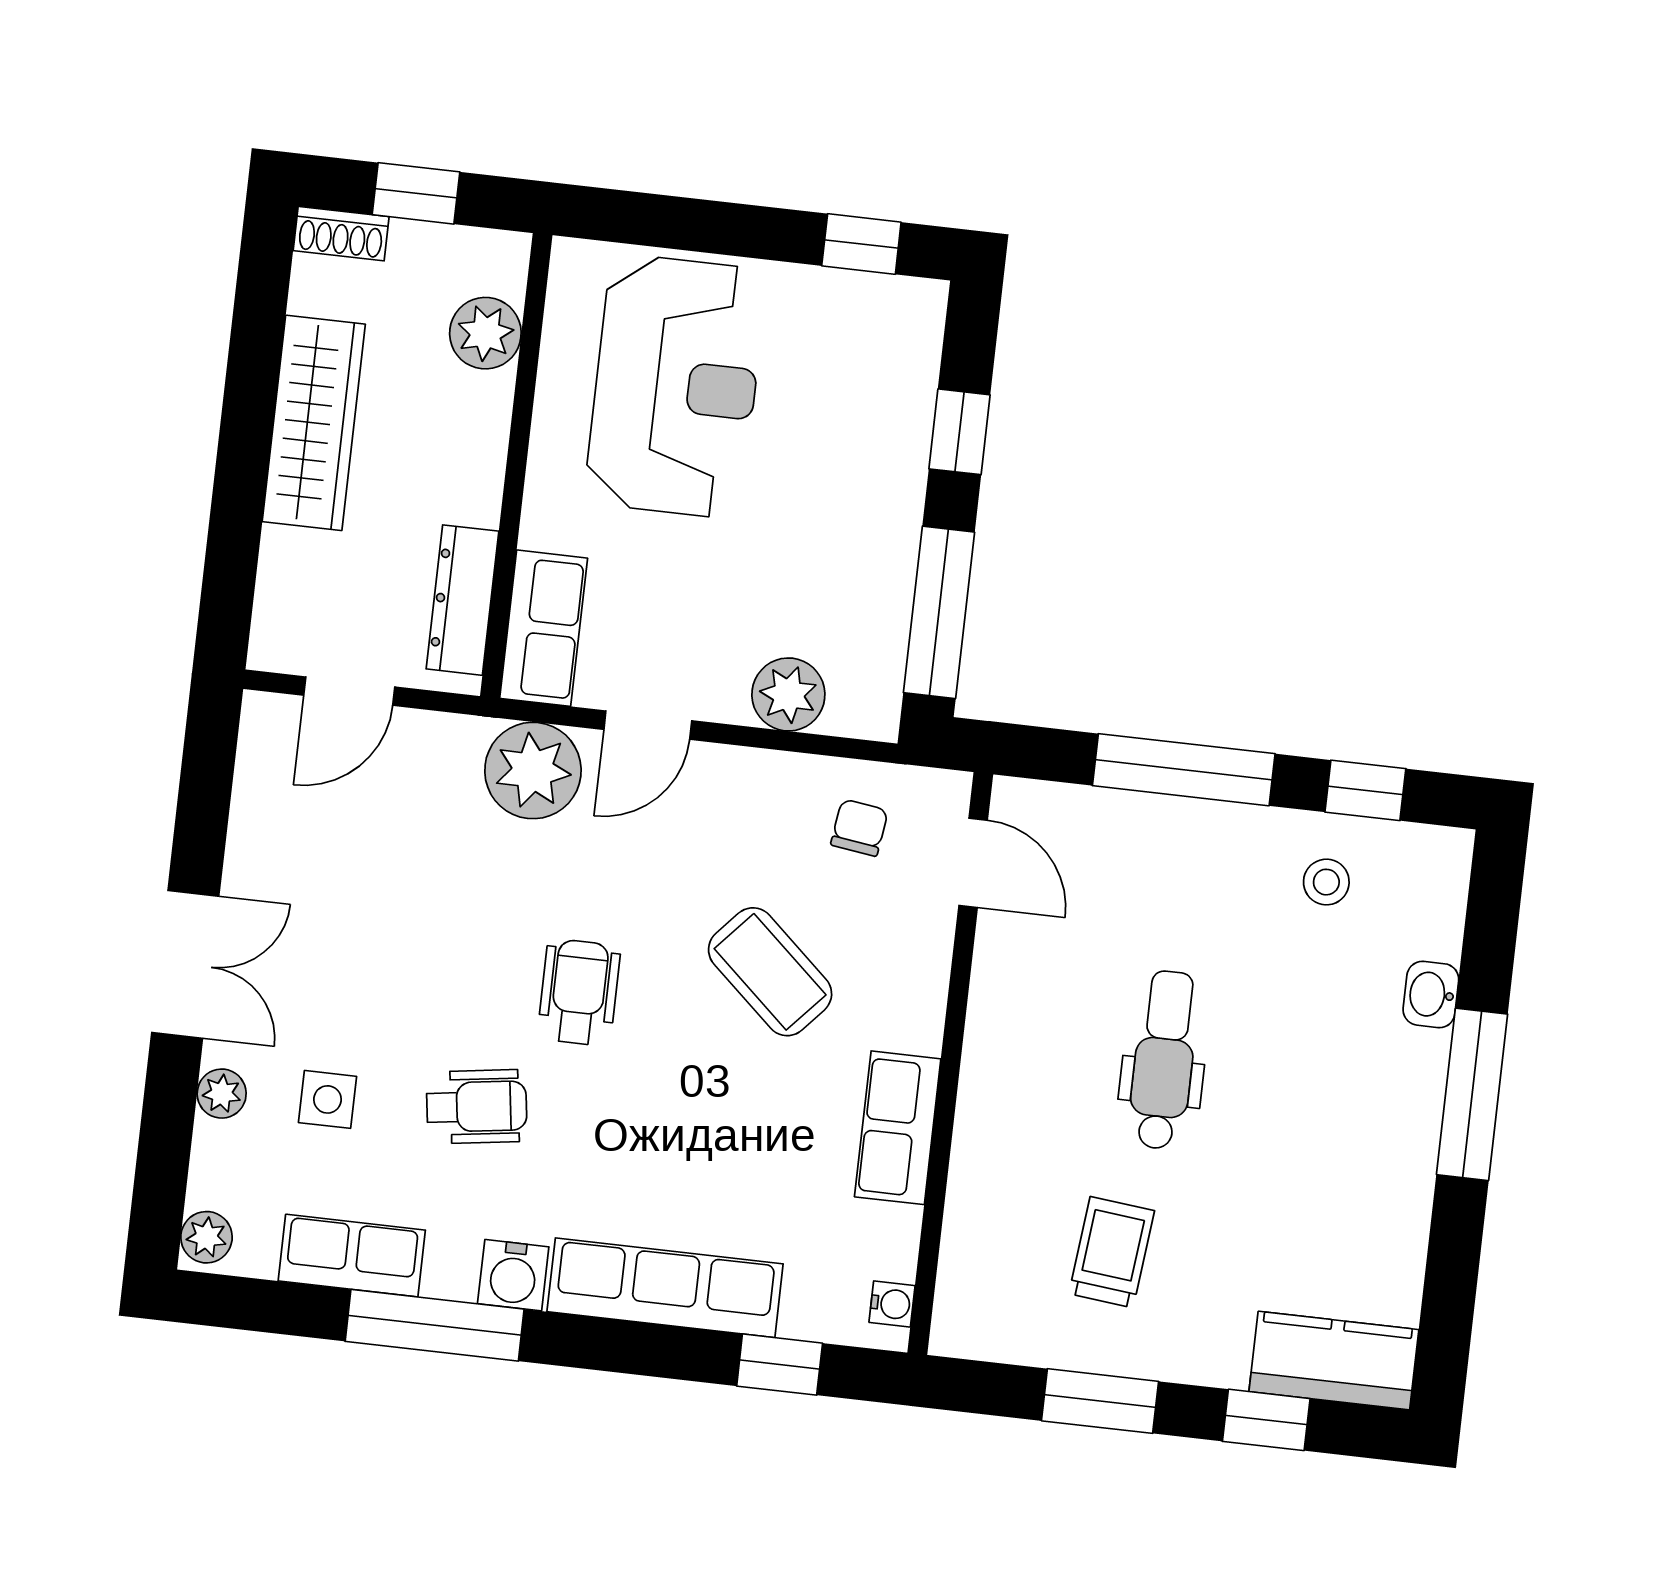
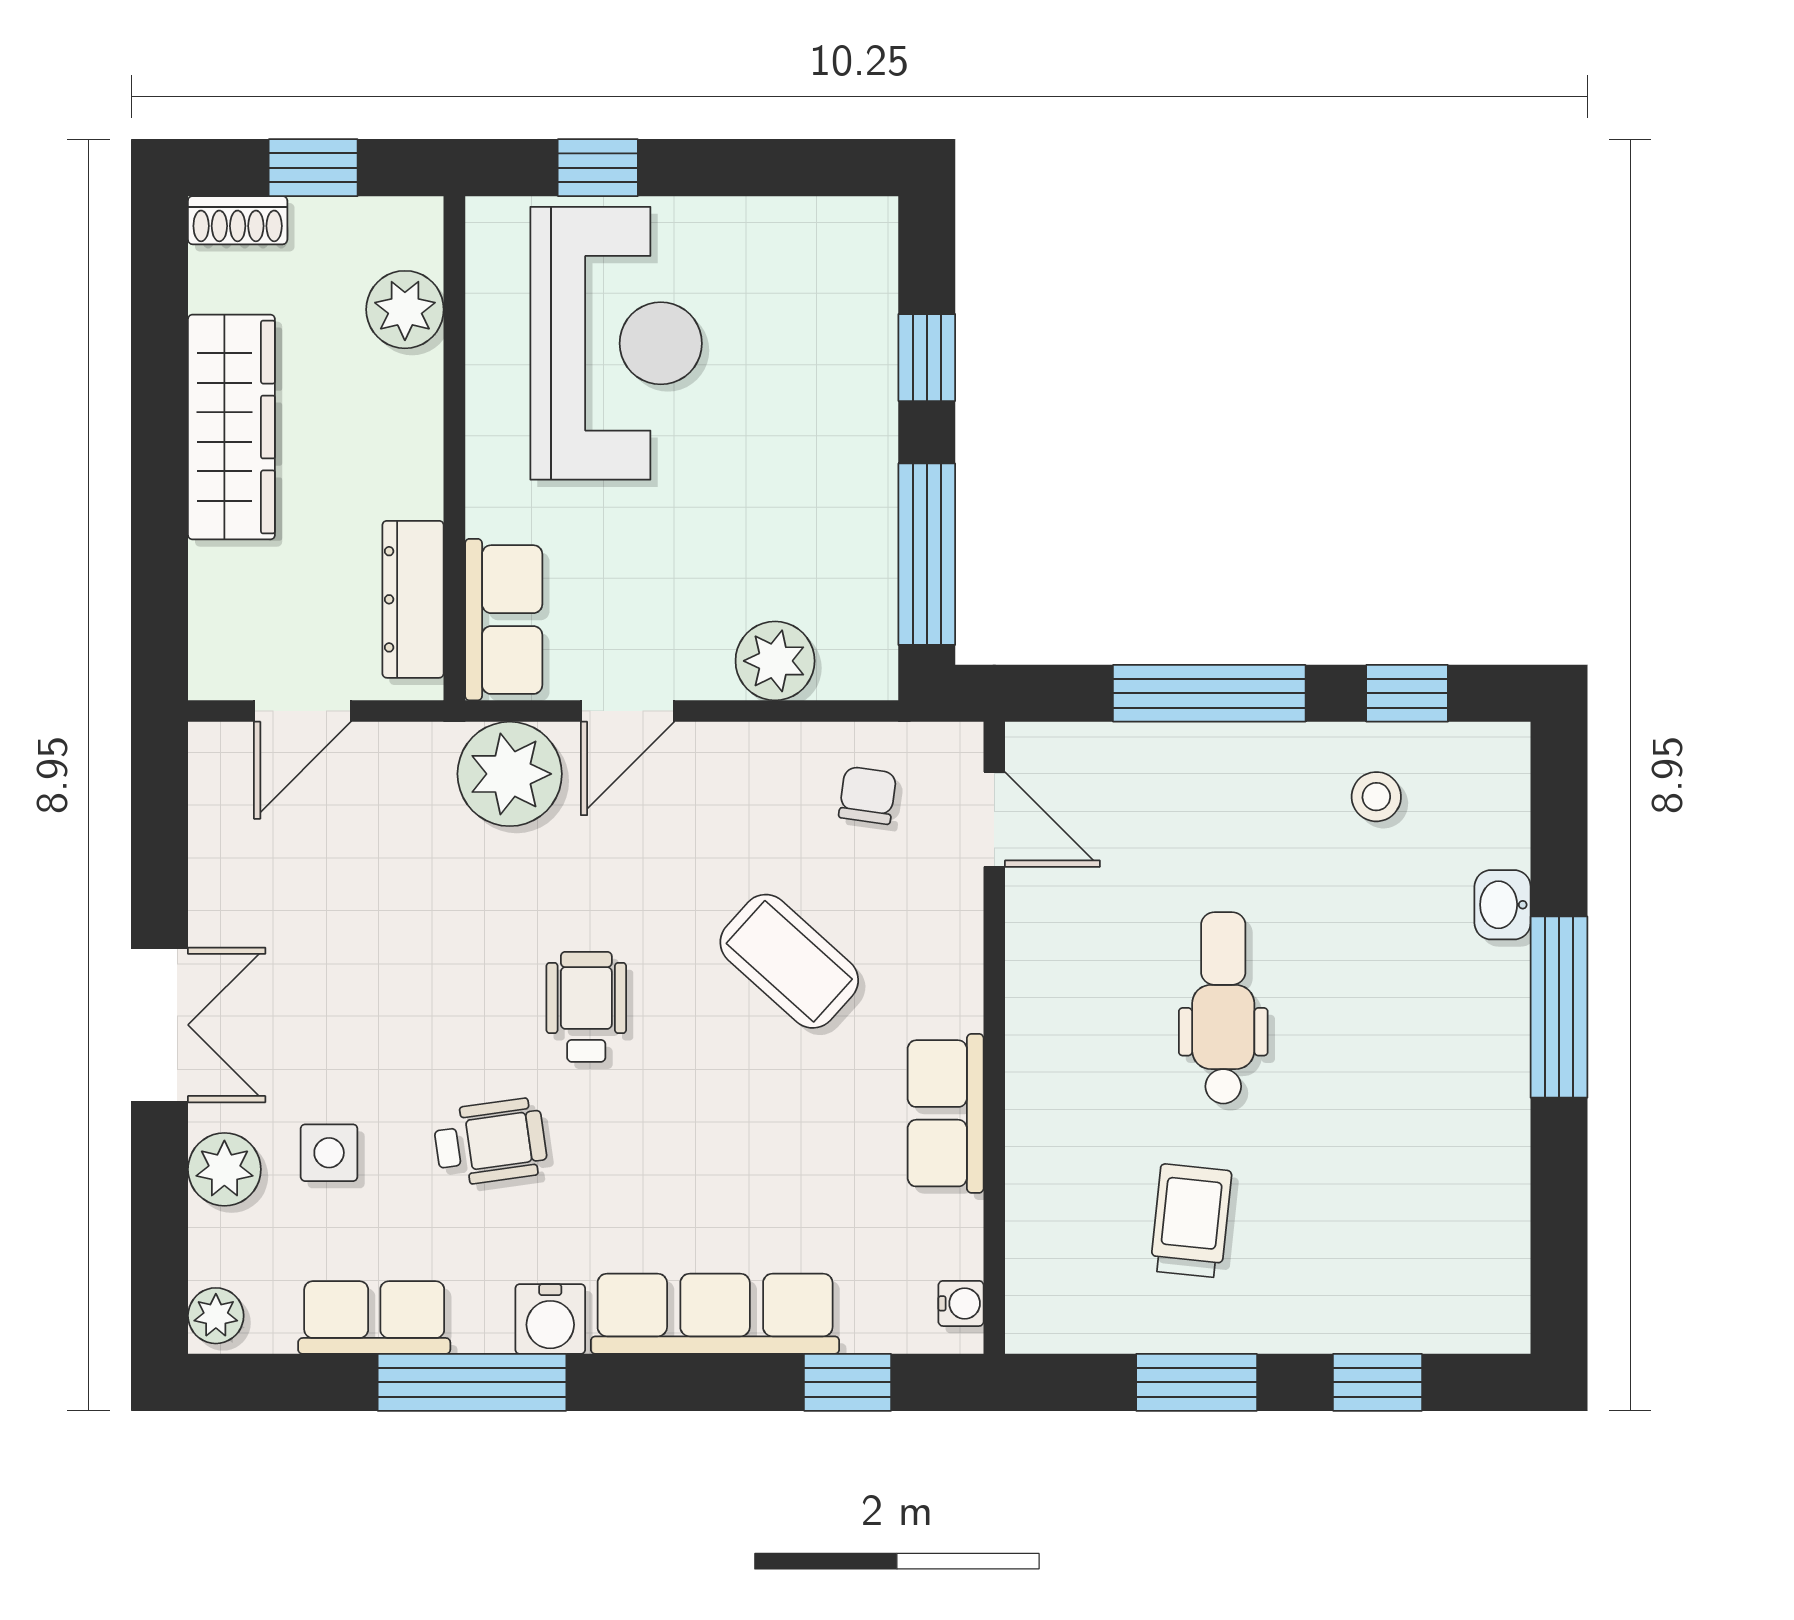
window: (861, 244) -> (598, 168), moved
plant: (222, 1094) -> (224, 1169), width x1.38, depth x1.38
kitchen counter: (1334, 1361) -> (1443, 1310), removed

